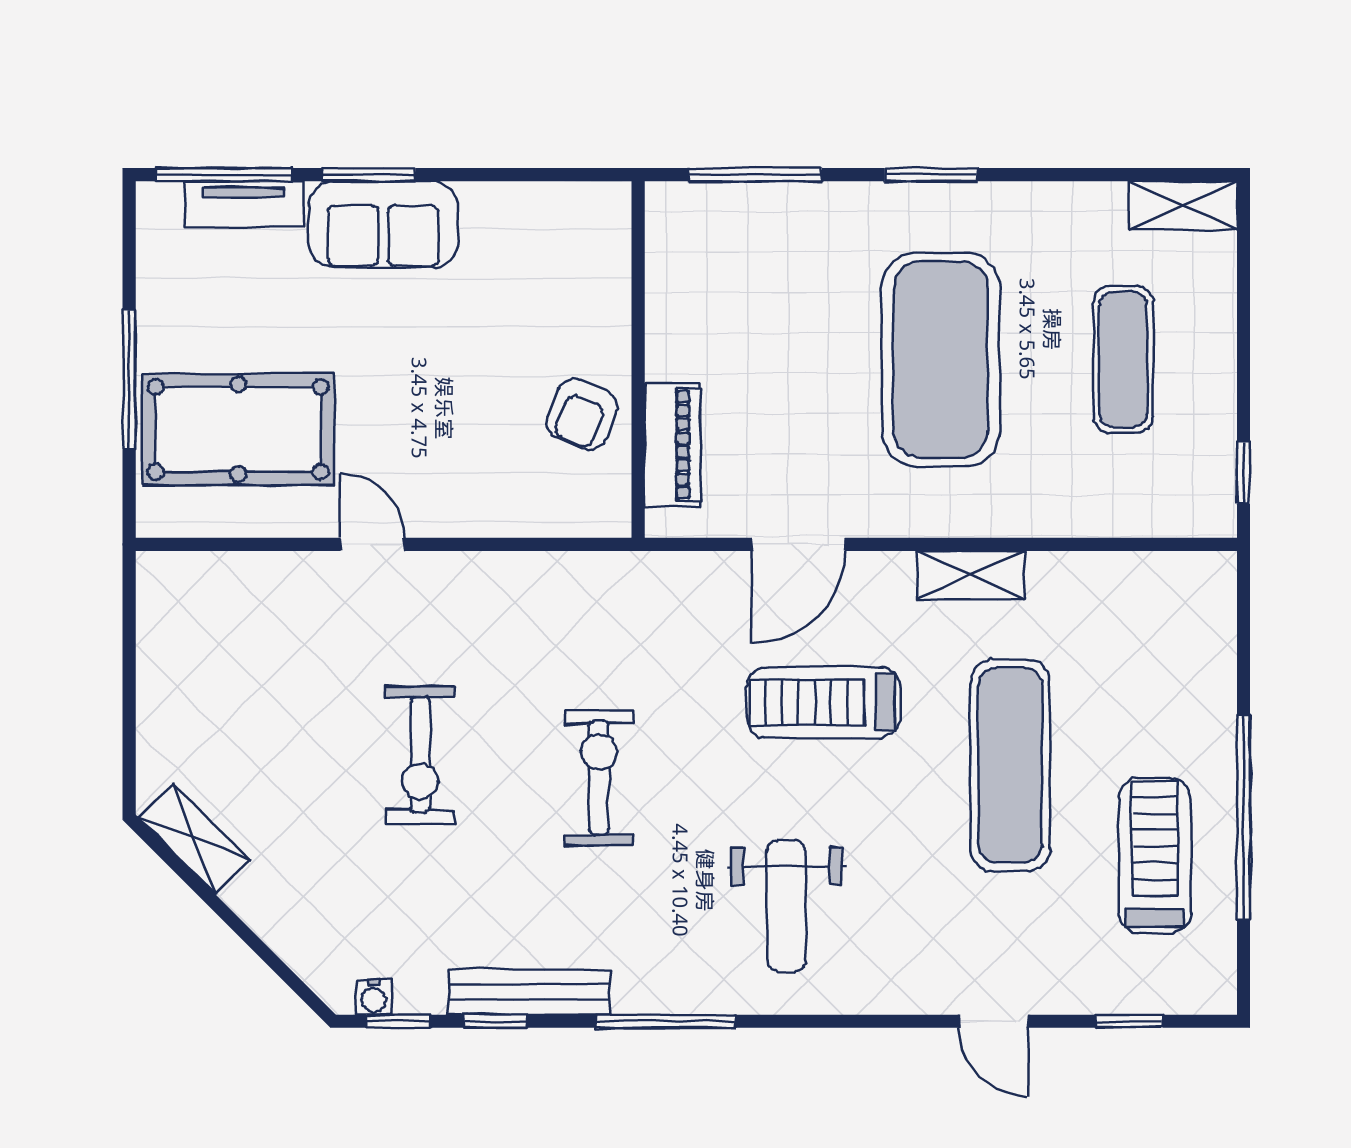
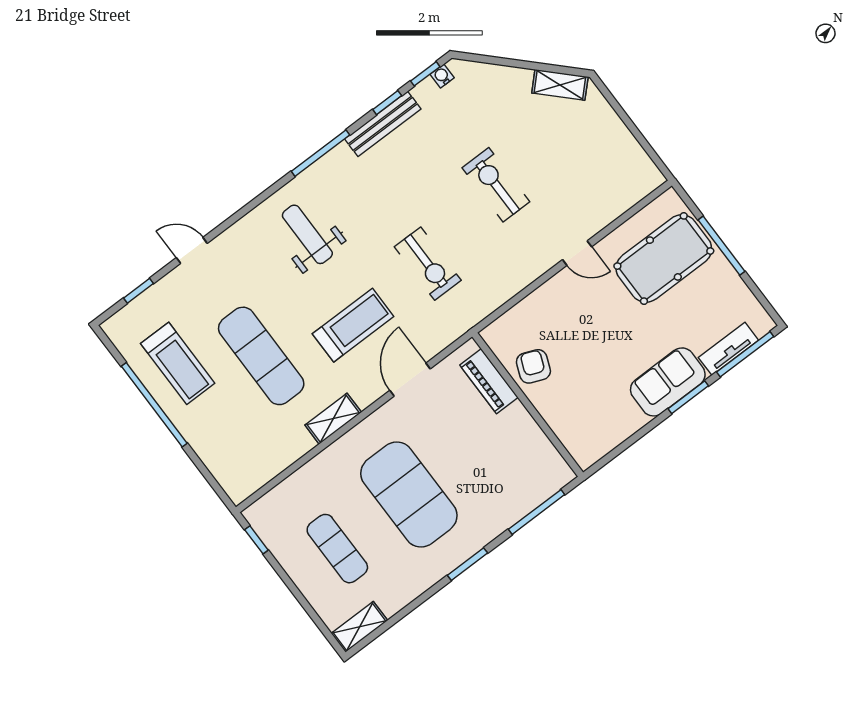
exercise bike: (599, 778) -> (428, 264), moved

